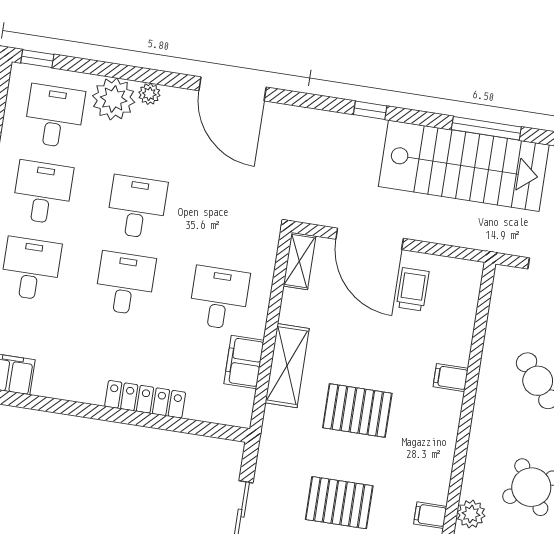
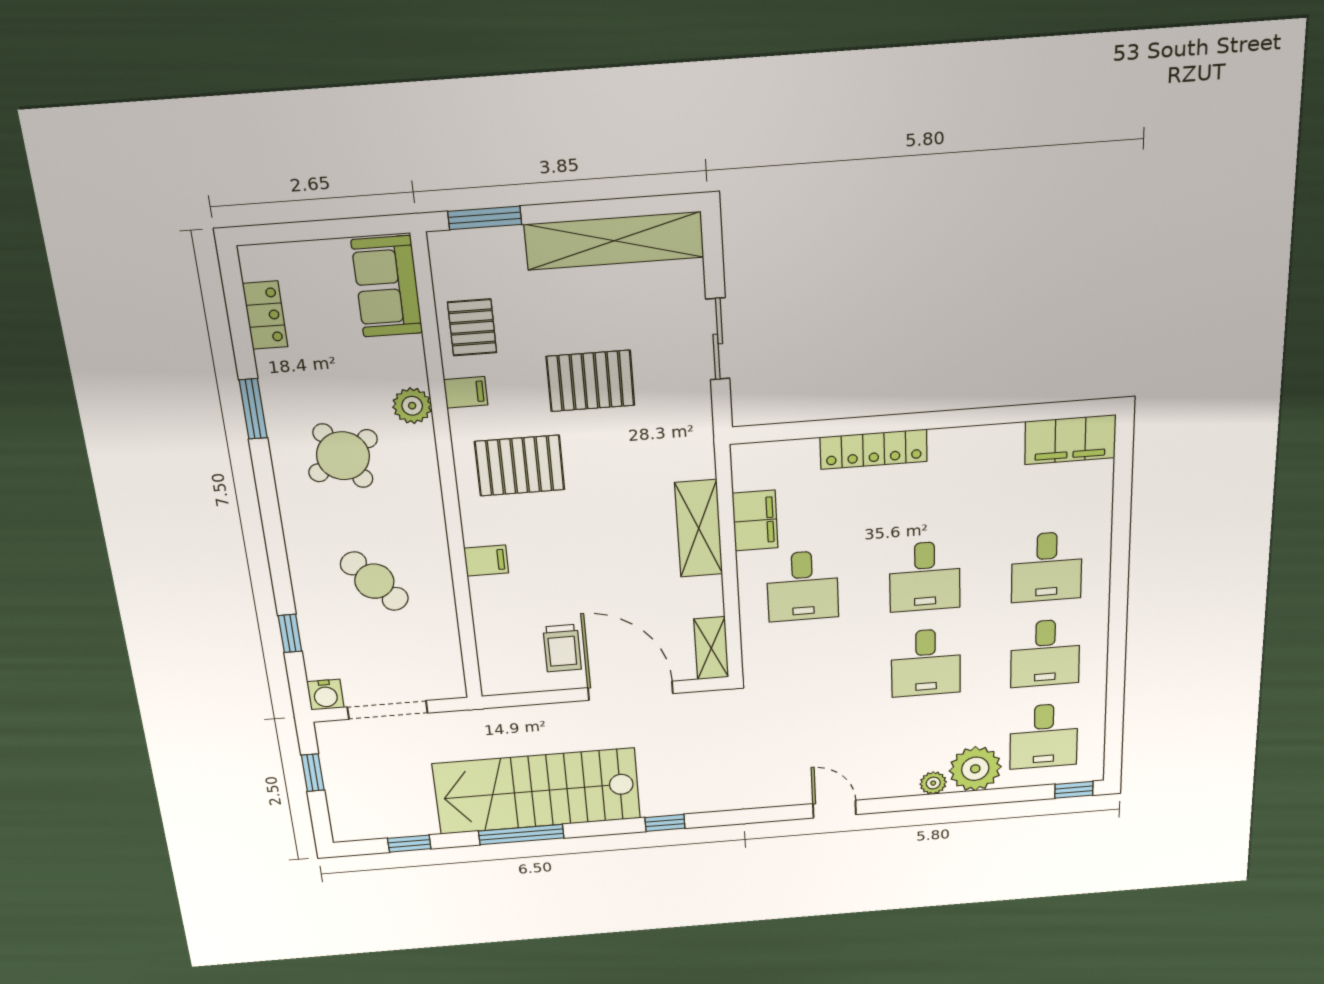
door: (233, 89) -> (834, 809), width x0.53
pallet: (357, 411) -> (520, 466), moved

